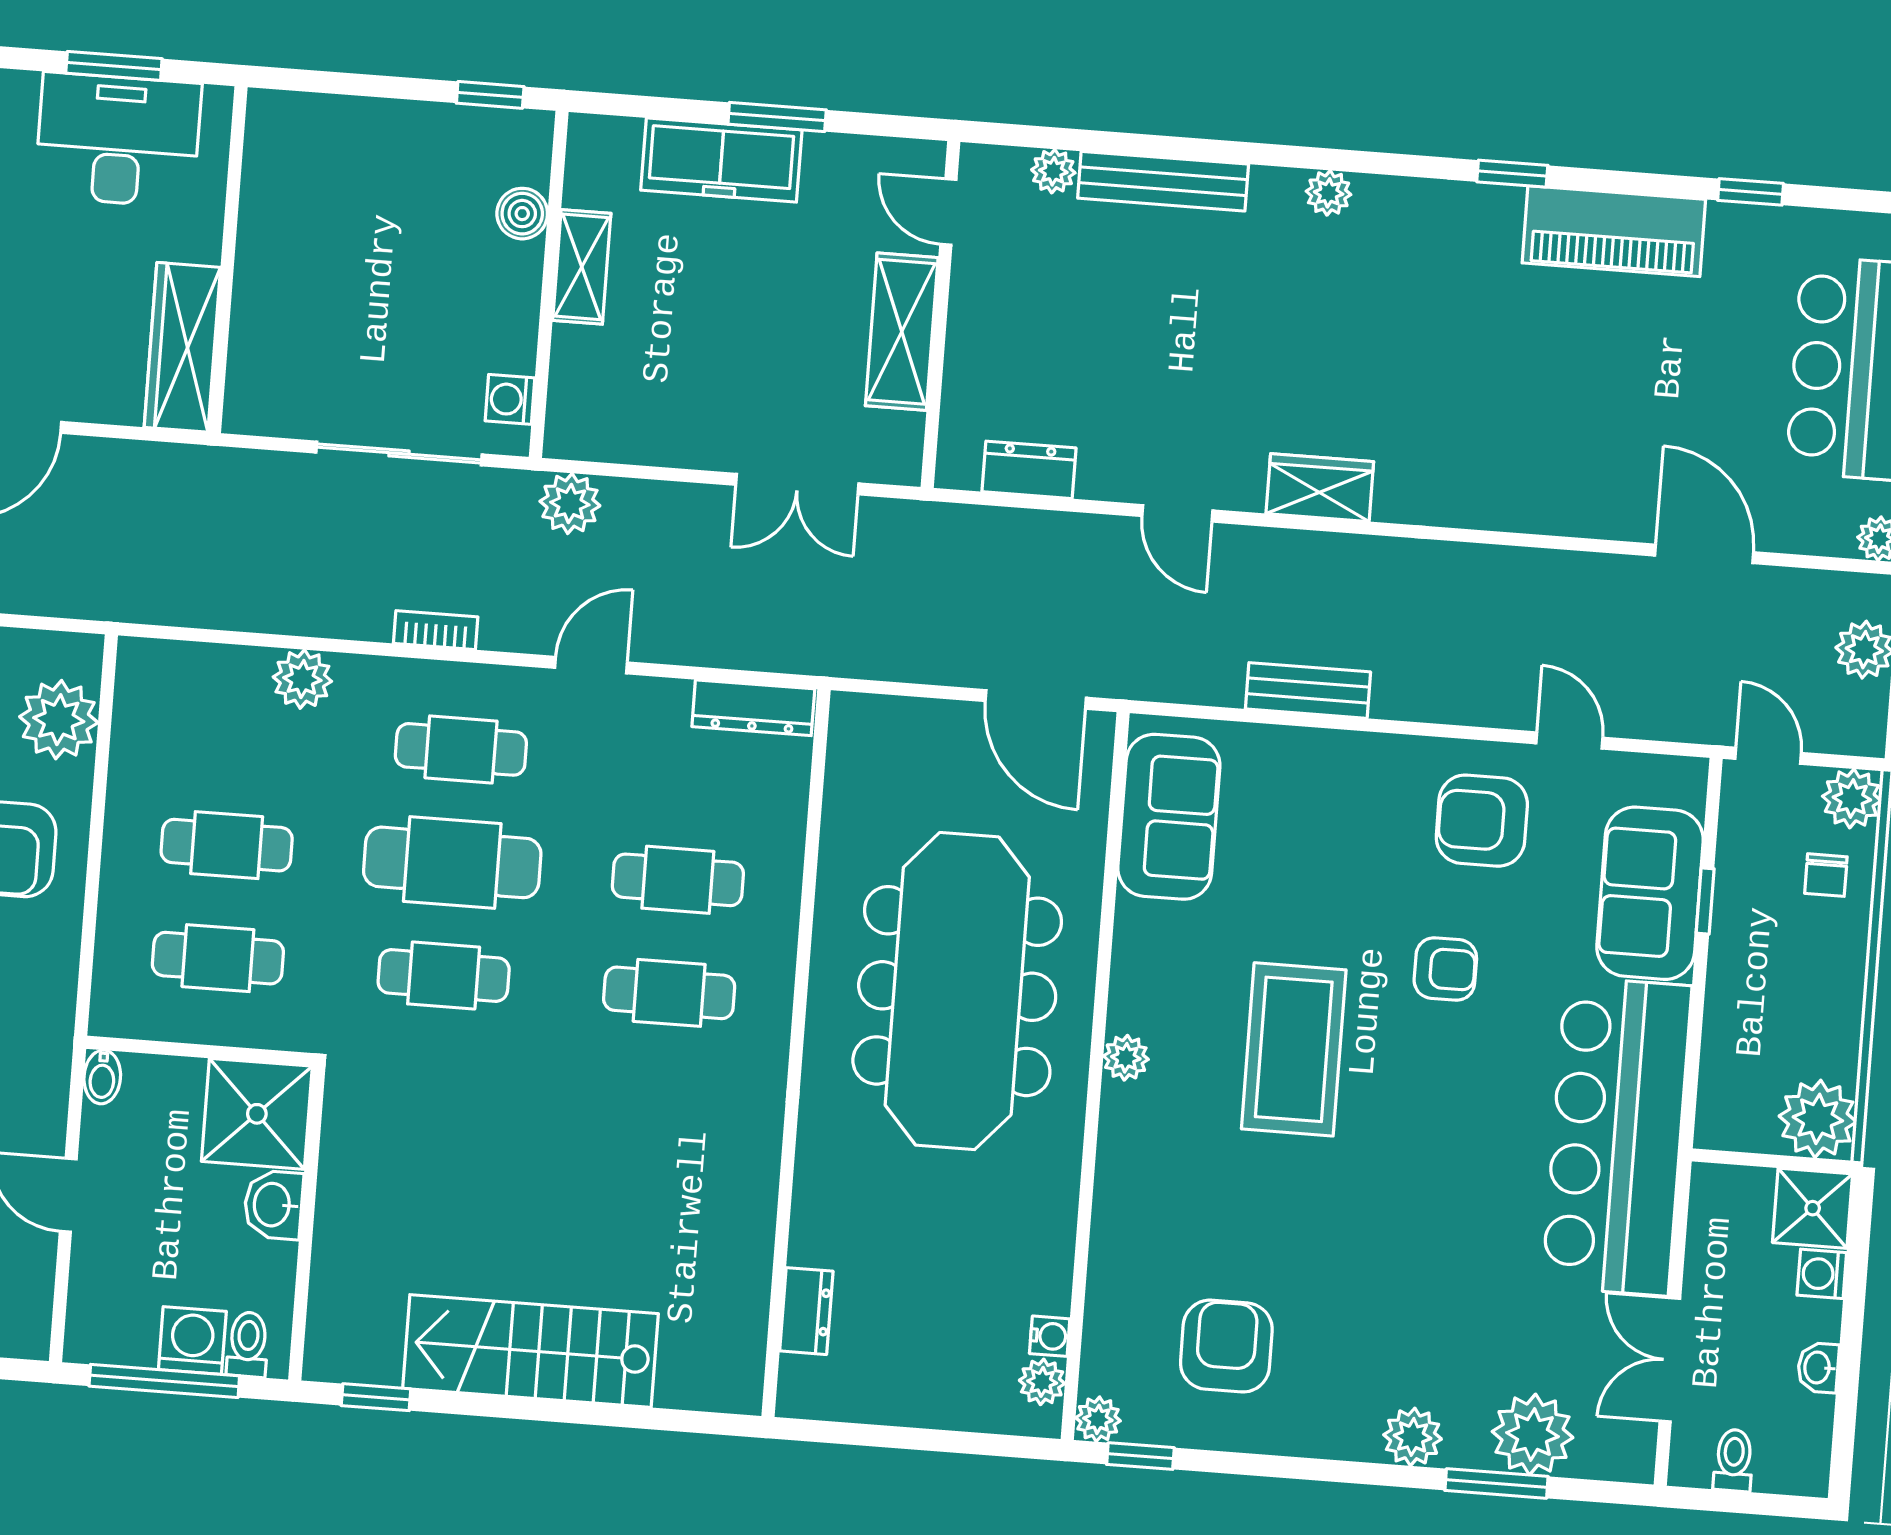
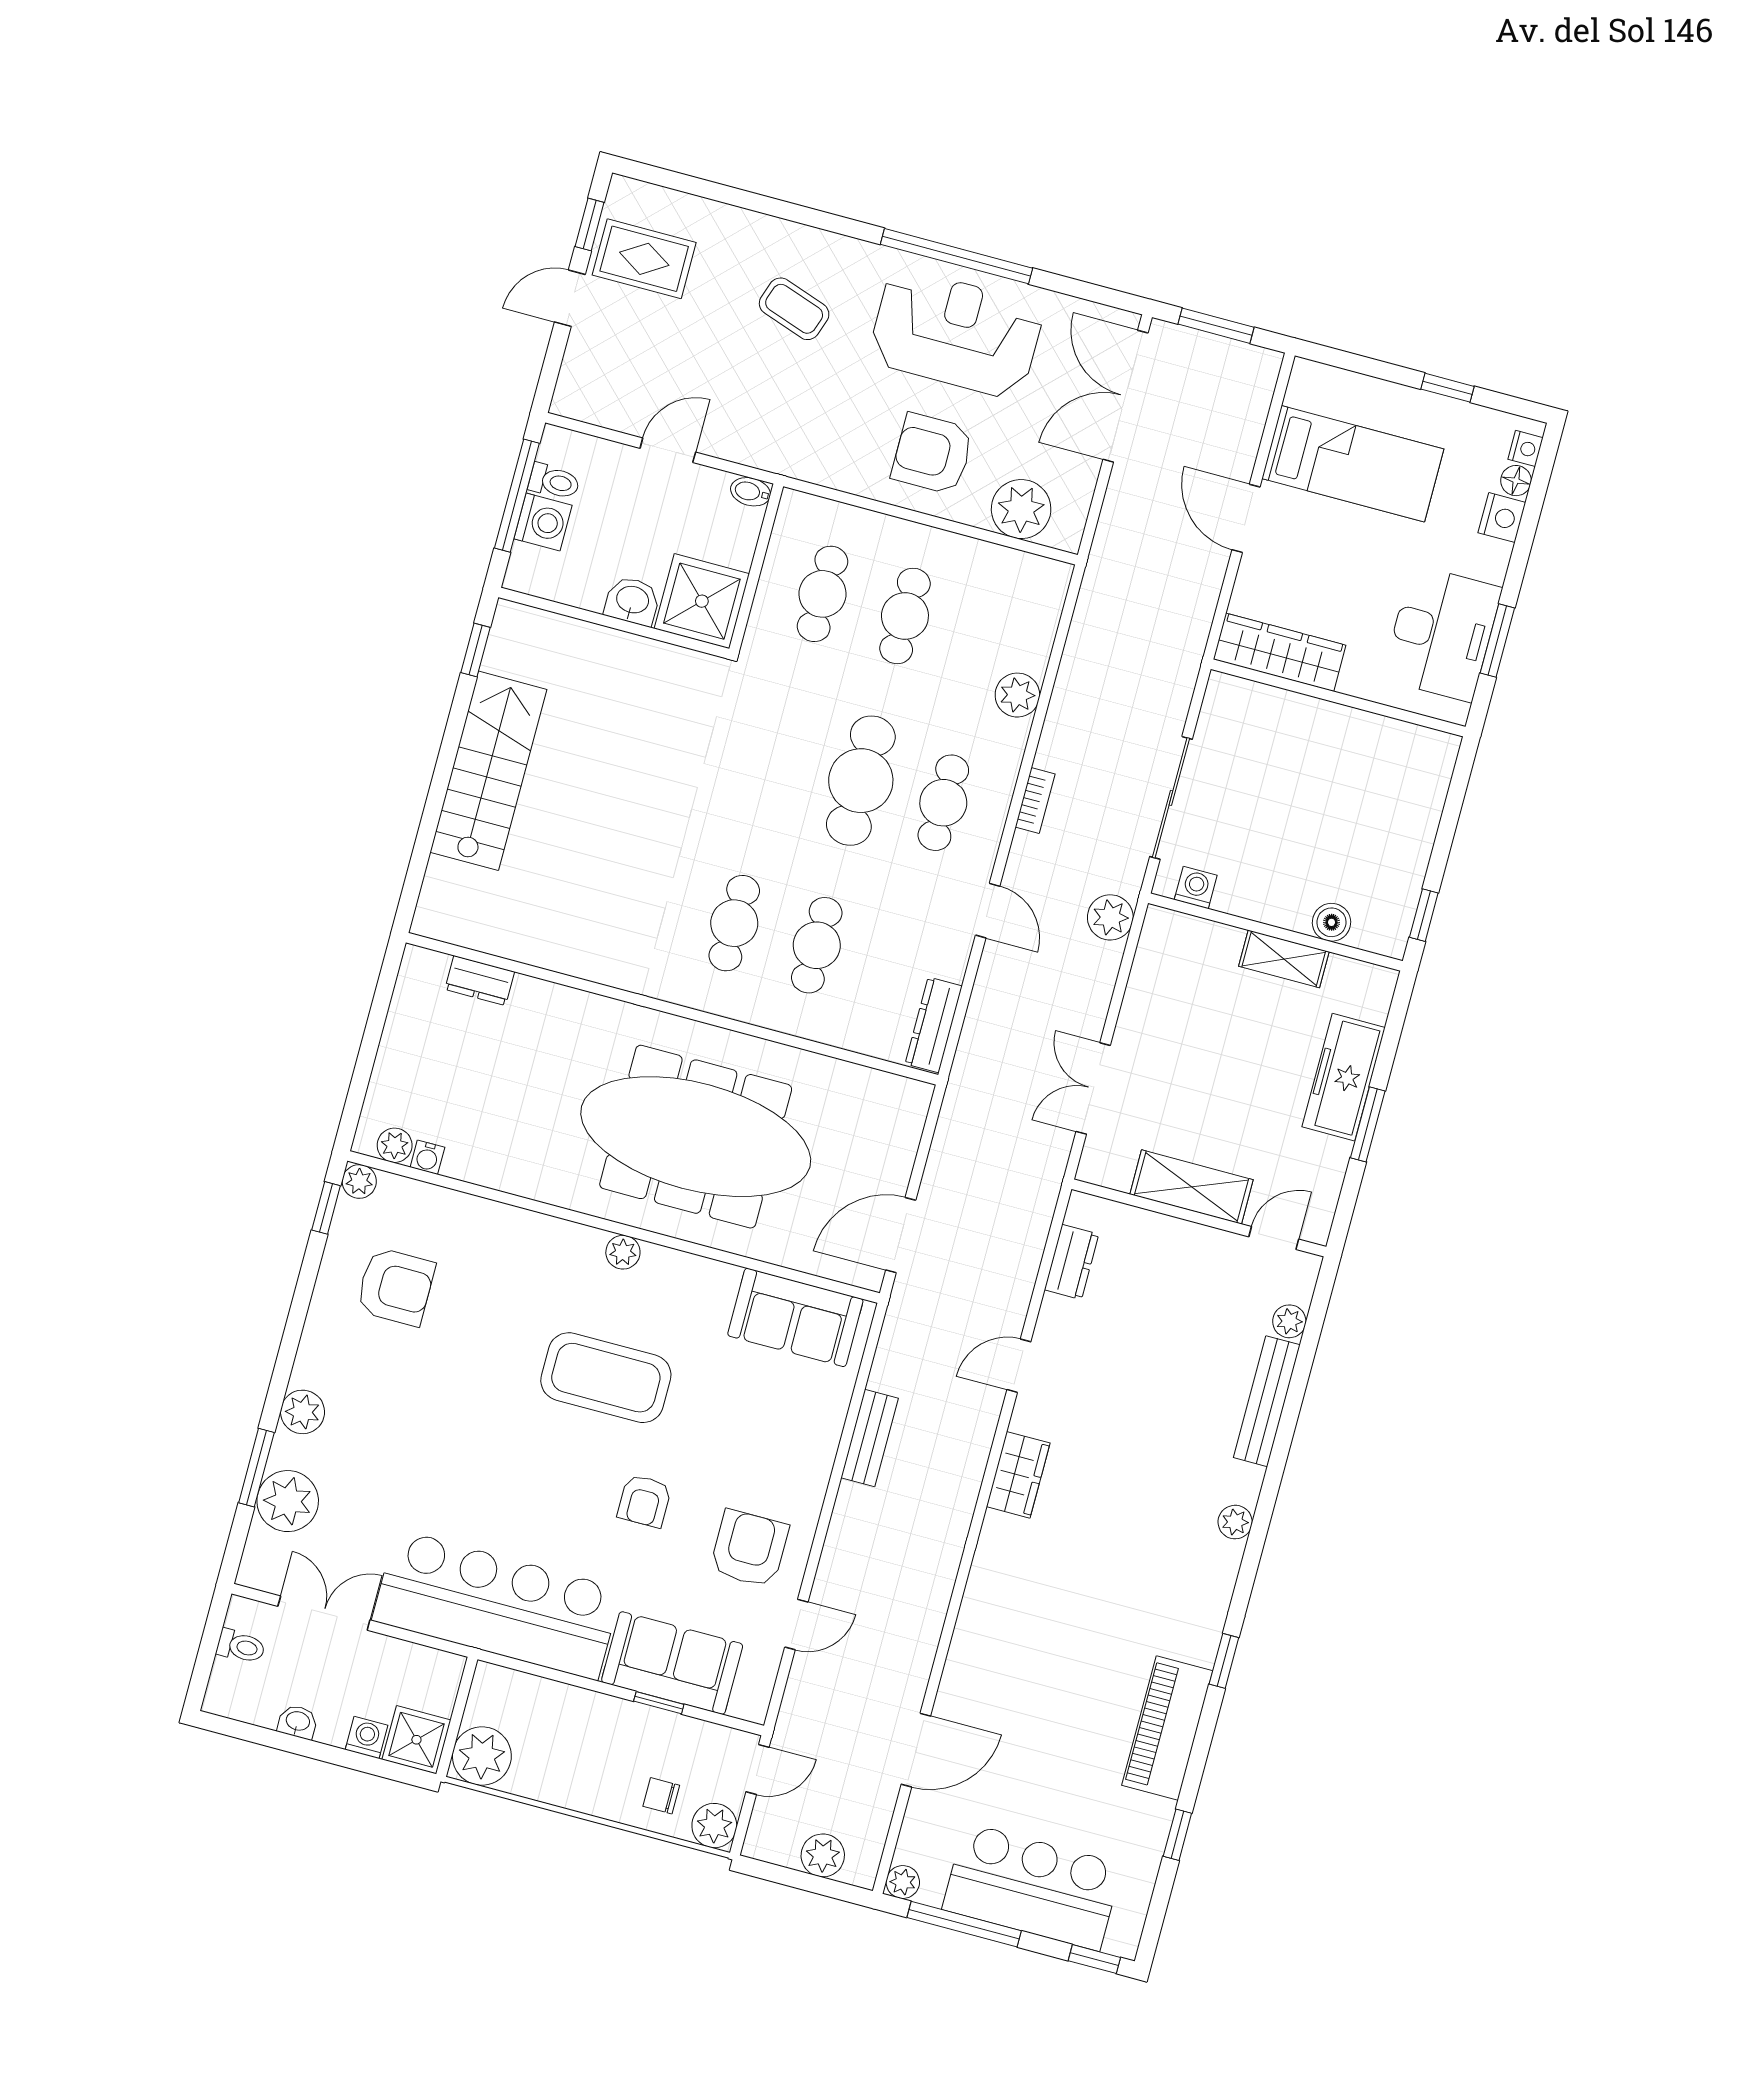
cafe table: (444, 976) -> (778, 759), removed
toilet: (248, 1344) -> (554, 482), moved

